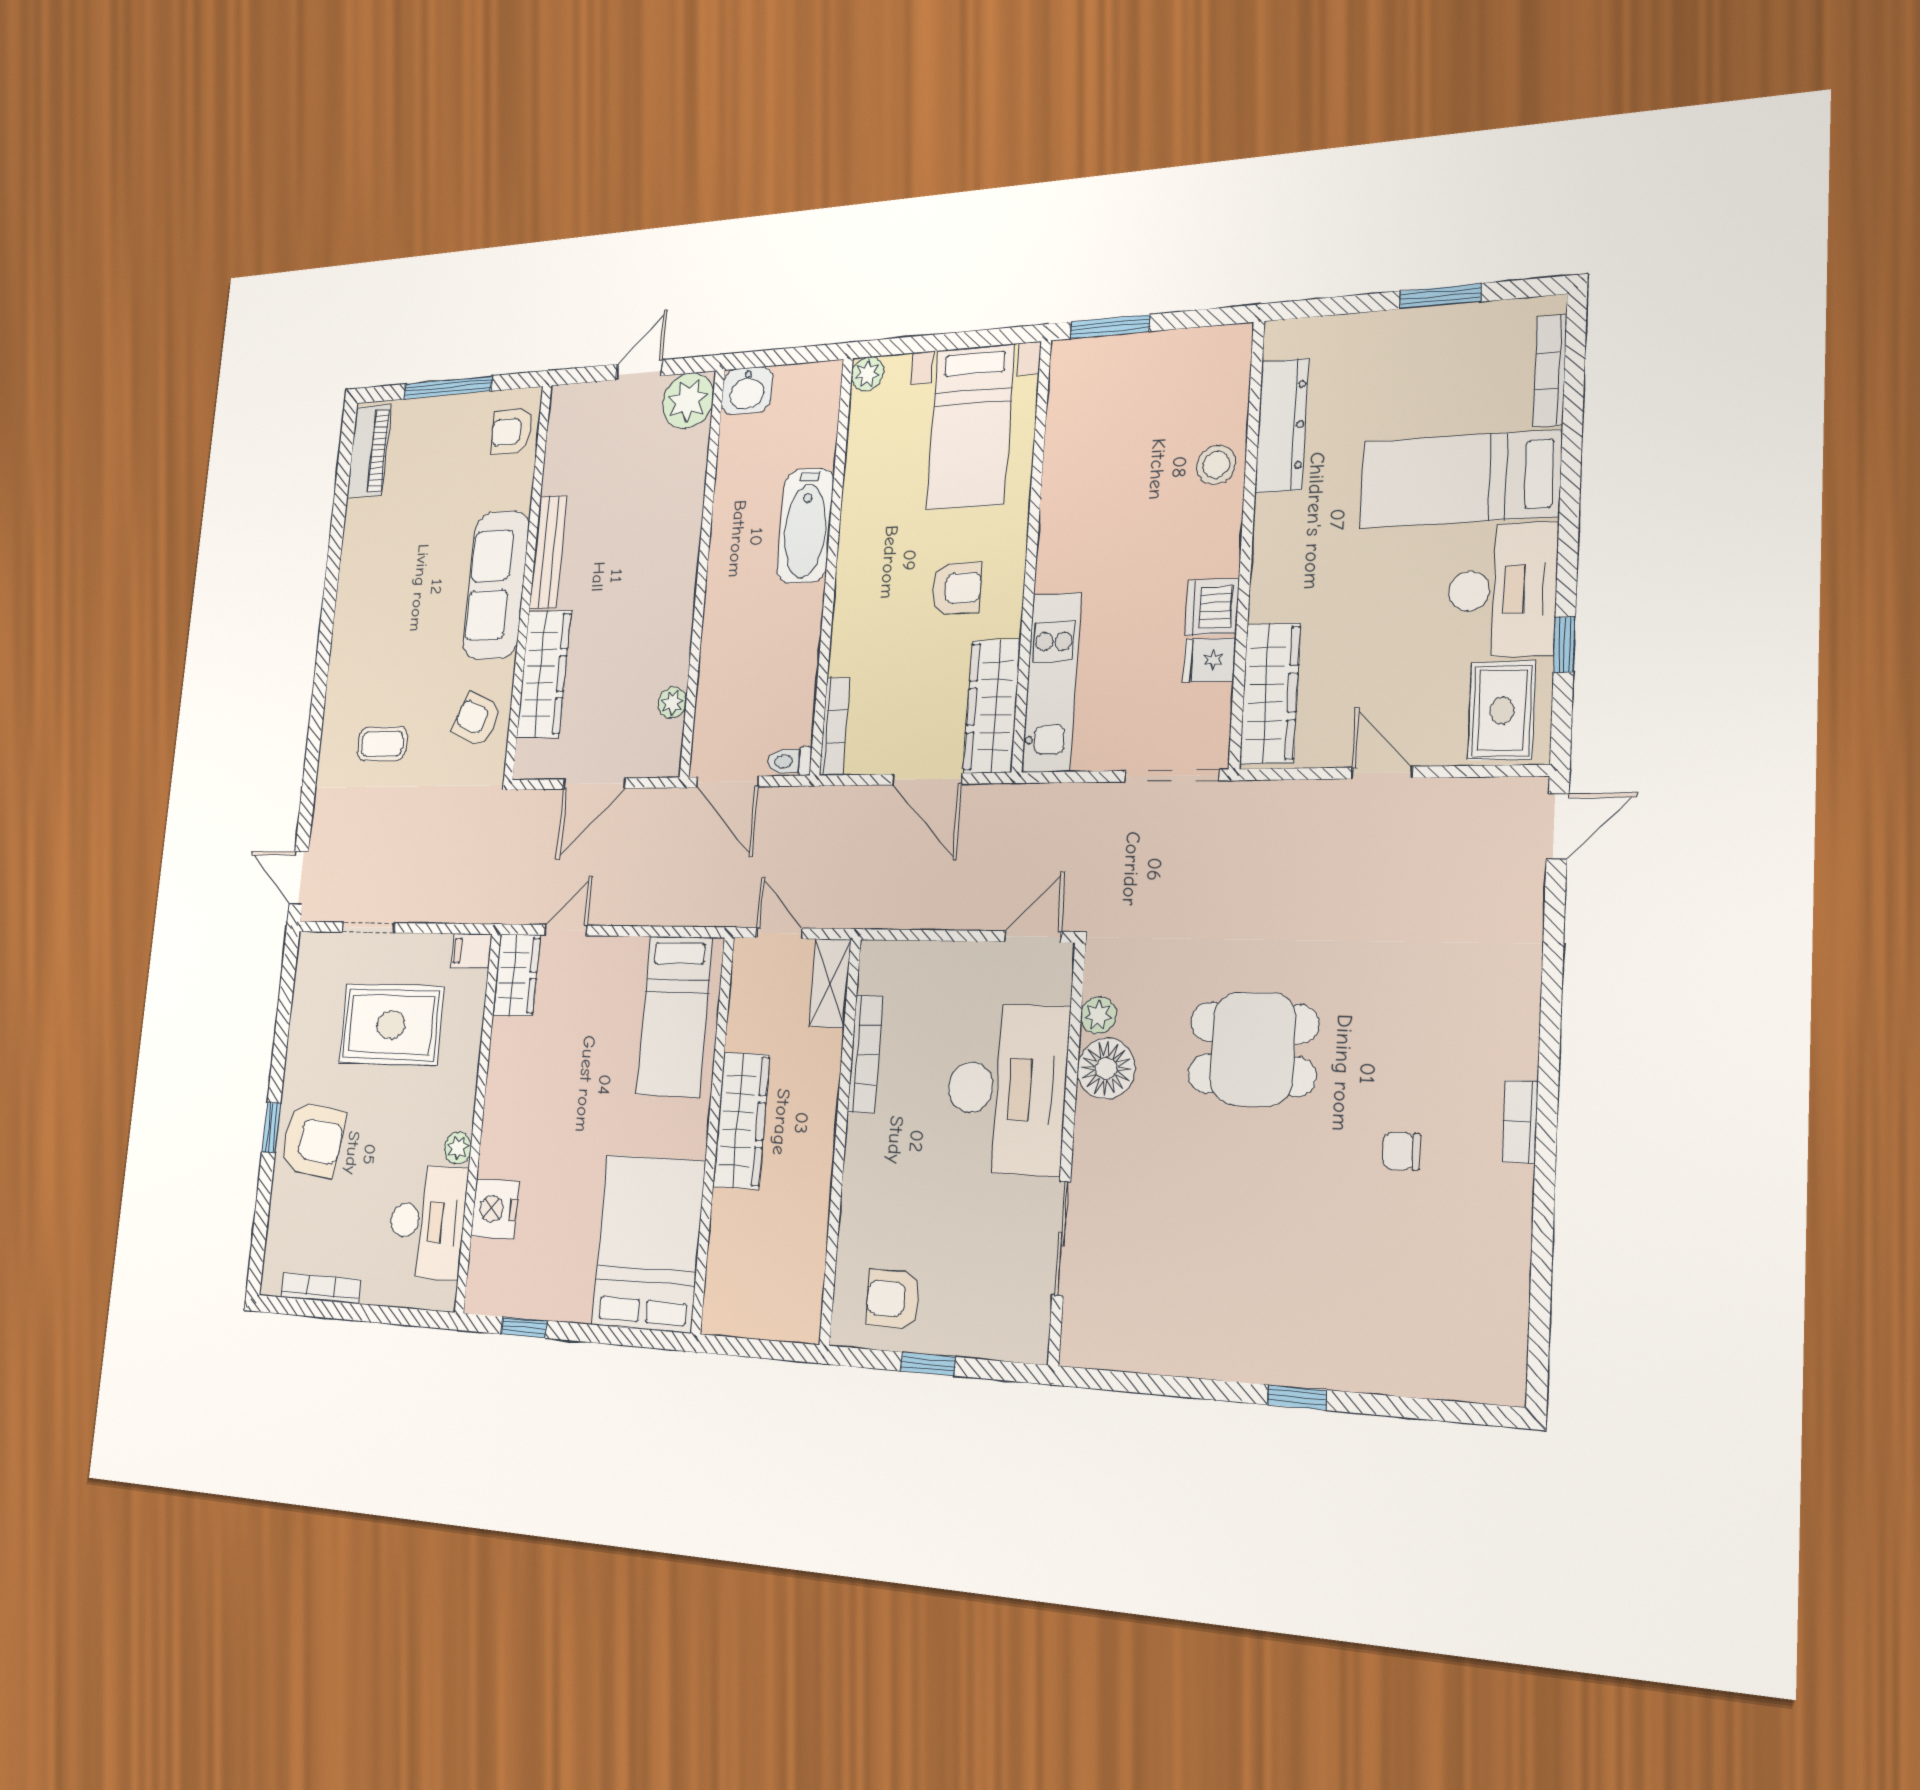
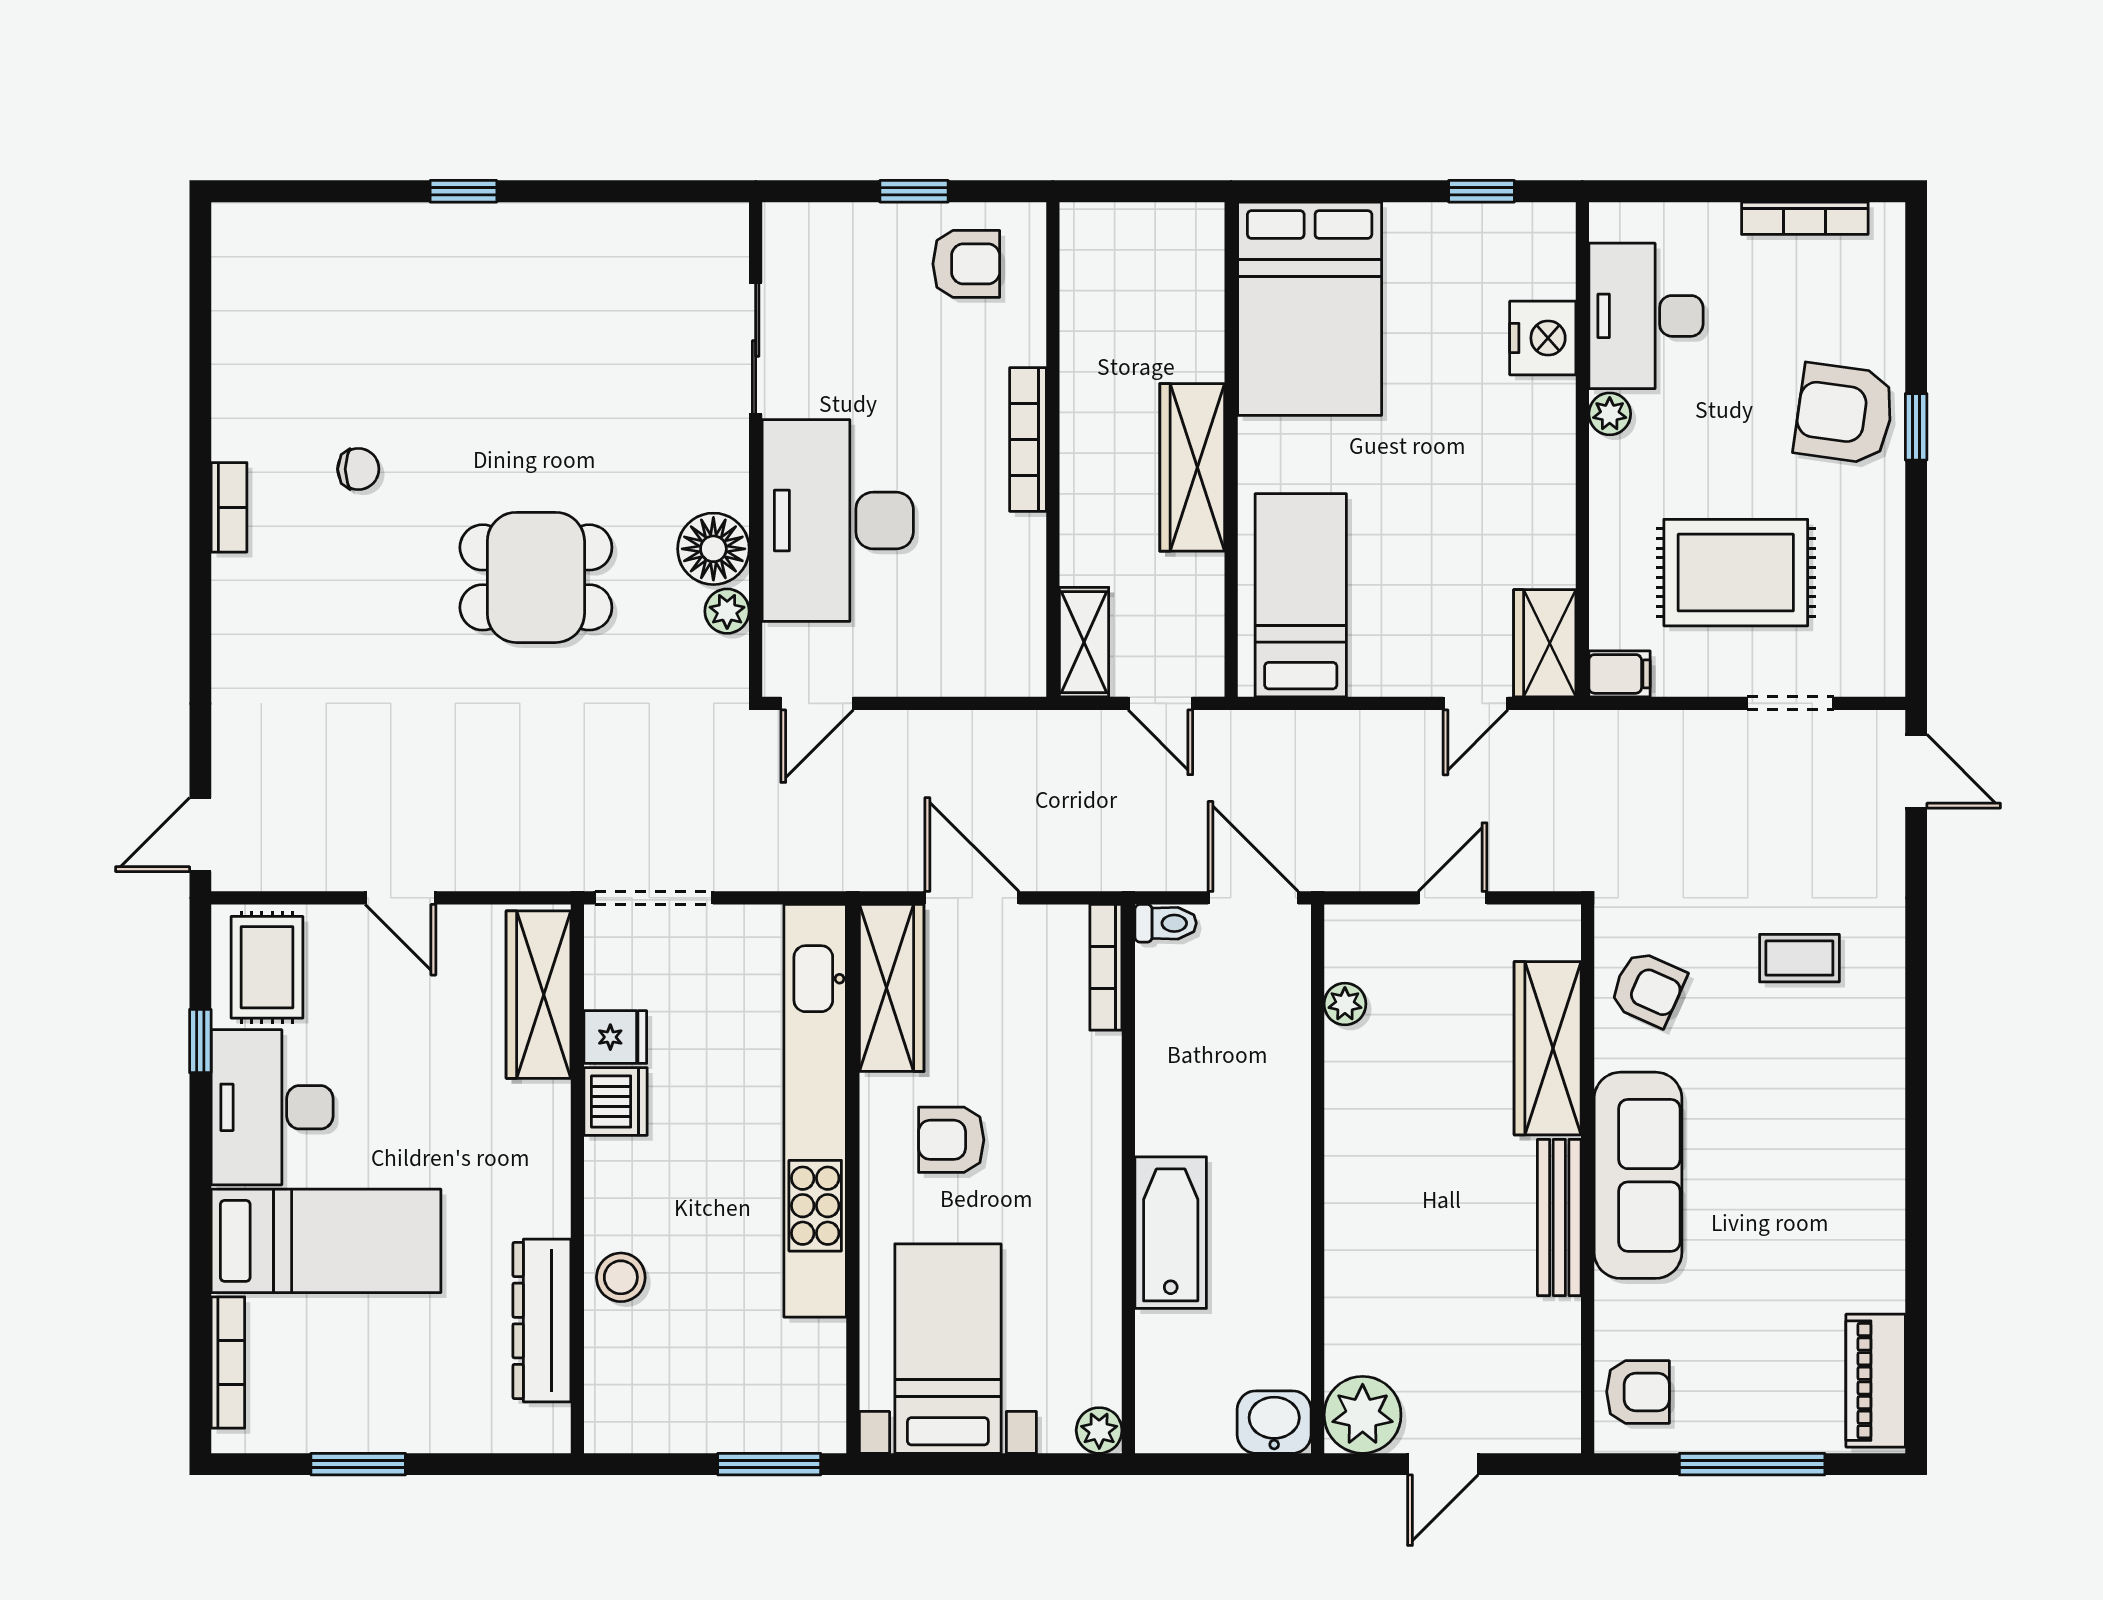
kitchen unit: (1051, 683) -> (815, 1111), width x1.86
door: (594, 784) -> (1453, 898), width x0.73
bookcase: (865, 1054) -> (1028, 440), moved

